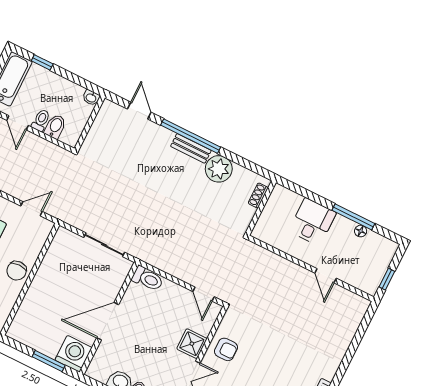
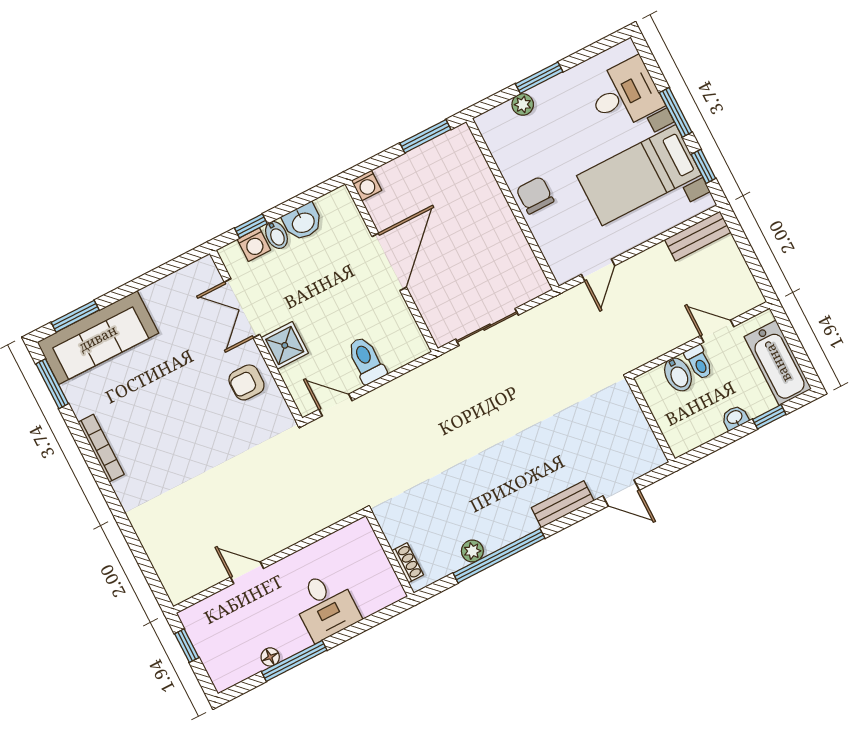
washbasin: (91, 98) -> (735, 418), moved
window: (191, 136) -> (499, 556), moved
bench: (191, 148) -> (563, 504), moved
plant: (219, 169) -> (472, 551), width x0.53, depth x0.53
toilet: (148, 279) -> (366, 360), moved, turned 90
washing machine: (74, 354) -> (367, 185), width x0.53, depth x0.53
window: (49, 361) -> (425, 136), moved

